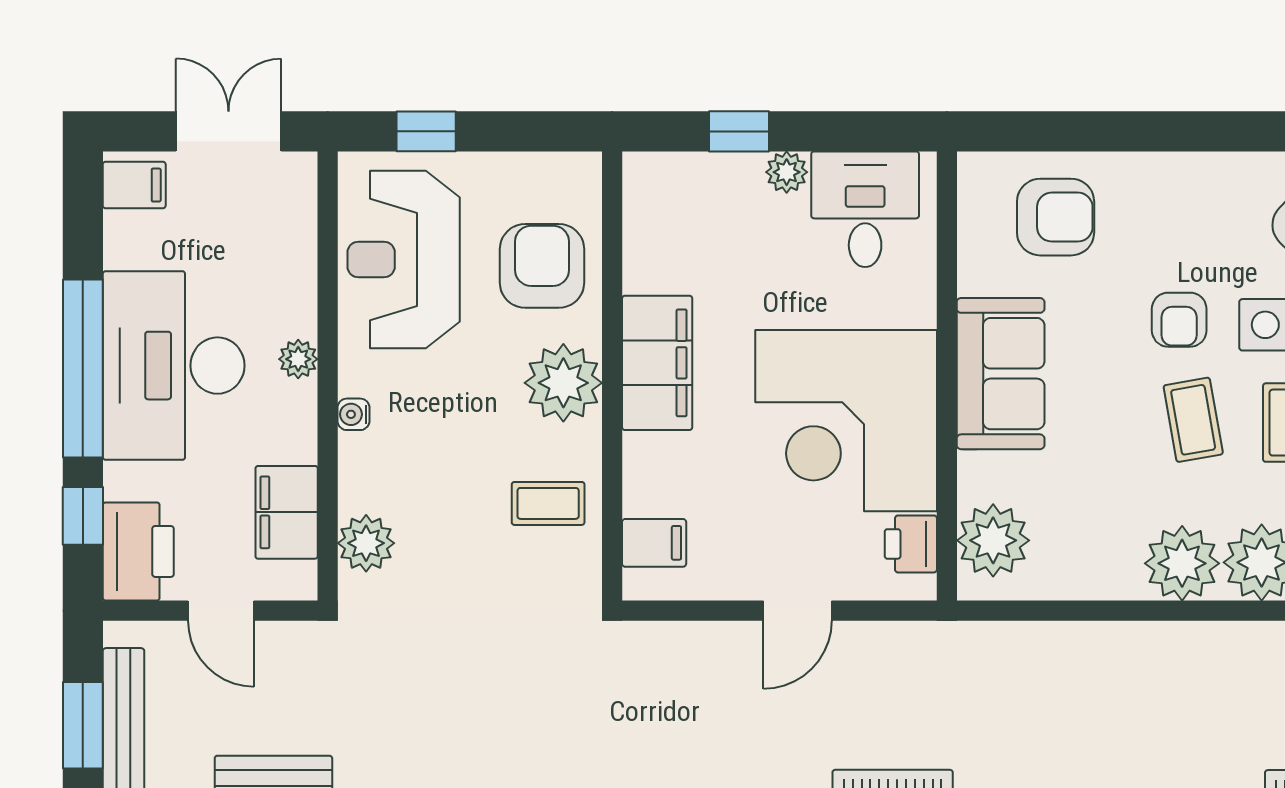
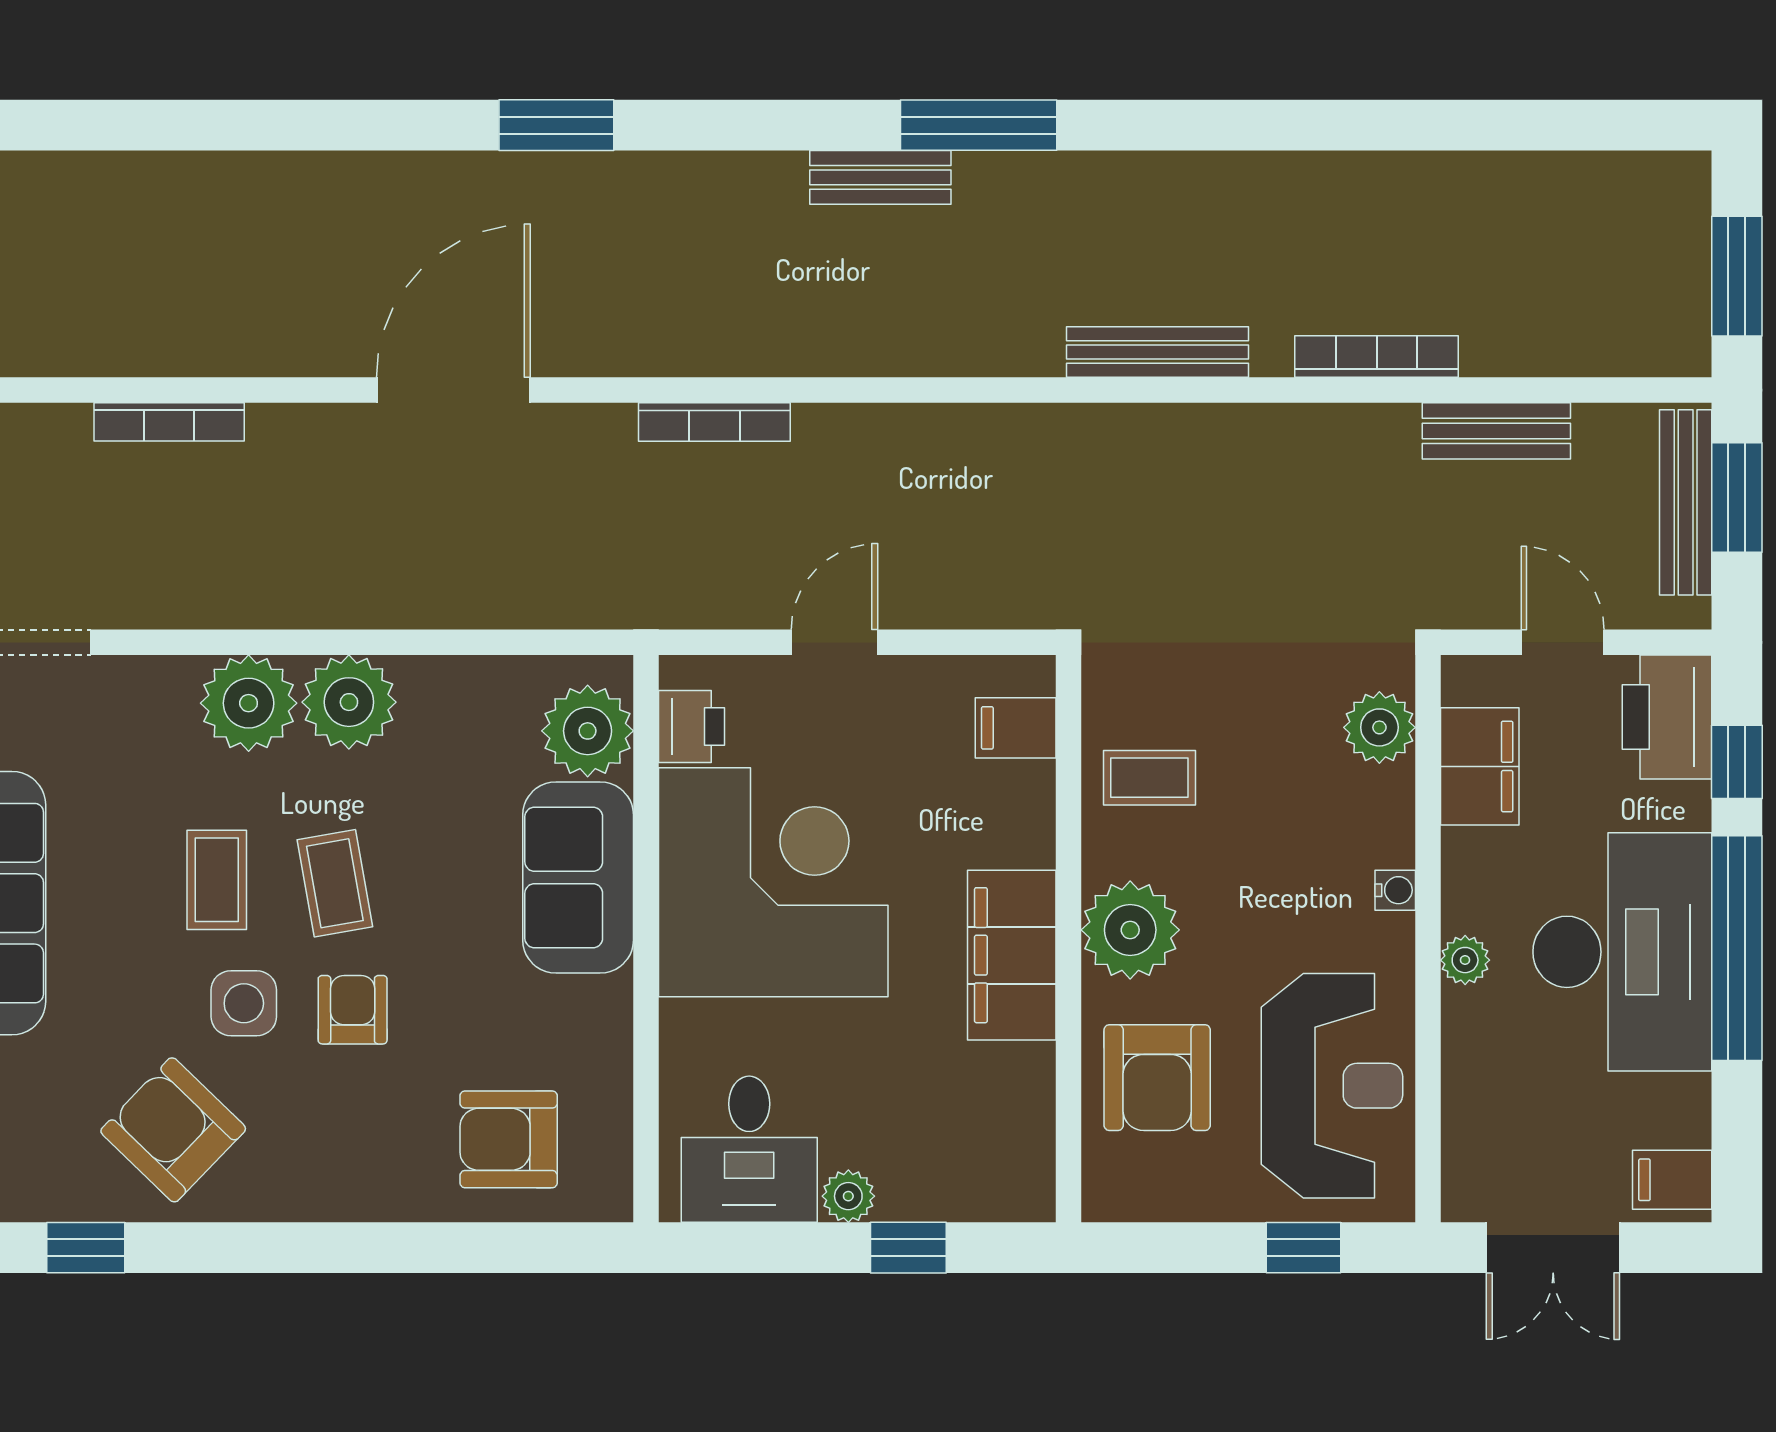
sofa: (1001, 374) -> (578, 878), moved

